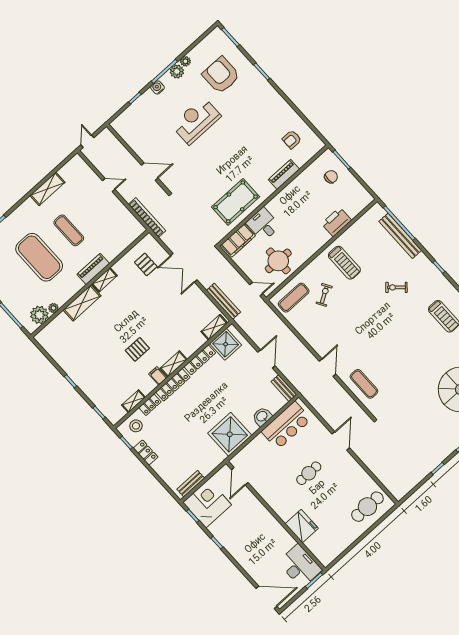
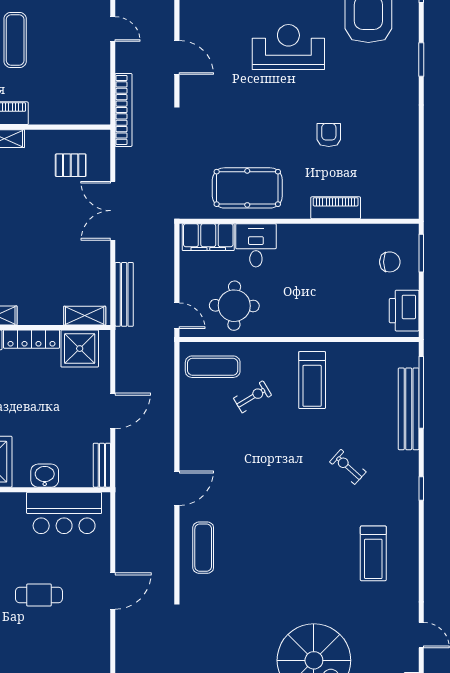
armchair: (292, 139) -> (329, 135), moved, turned 90
printer: (336, 222) -> (404, 311), moved, turned -90
pallet: (146, 264) -> (71, 165), turned 90

